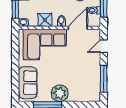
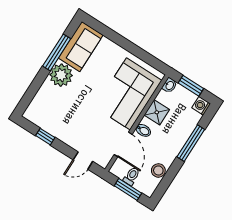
door: (104, 46) -> (83, 161), swing flipped
window: (104, 79) -> (45, 137), width x0.46
sofa: (28, 83) -> (81, 47), moved, turned -90

